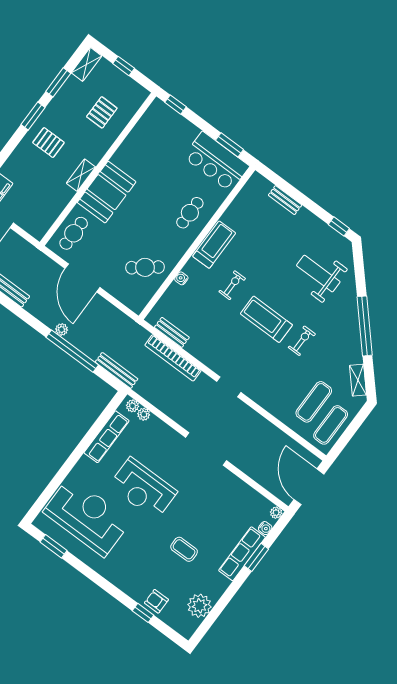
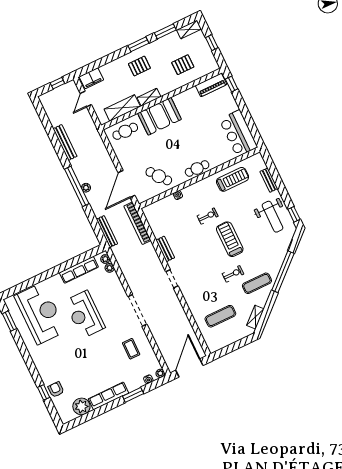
piano: (151, 119) -> (211, 85), added
pallet: (48, 143) -> (139, 66), turned 90
window: (229, 145) -> (252, 127), removed
shelving: (55, 206) -> (122, 108), added
cafe table: (190, 213) -> (197, 169), moved
treadmill: (214, 245) -> (233, 179), moved
weight bench: (318, 274) -> (273, 217), moved, turned 180
door: (82, 278) -> (127, 184), moved
treadmill: (266, 319) -> (230, 239), moved
window: (365, 326) -> (283, 272), moved
bench: (172, 332) -> (165, 249), moved
window: (72, 351) -> (77, 186), moved
bookcase: (173, 358) -> (137, 223), moved
exercise mat: (331, 425) -> (257, 283), moved
coffee table: (184, 549) -> (131, 349), moved
row of seats: (242, 554) -> (108, 396), moved

